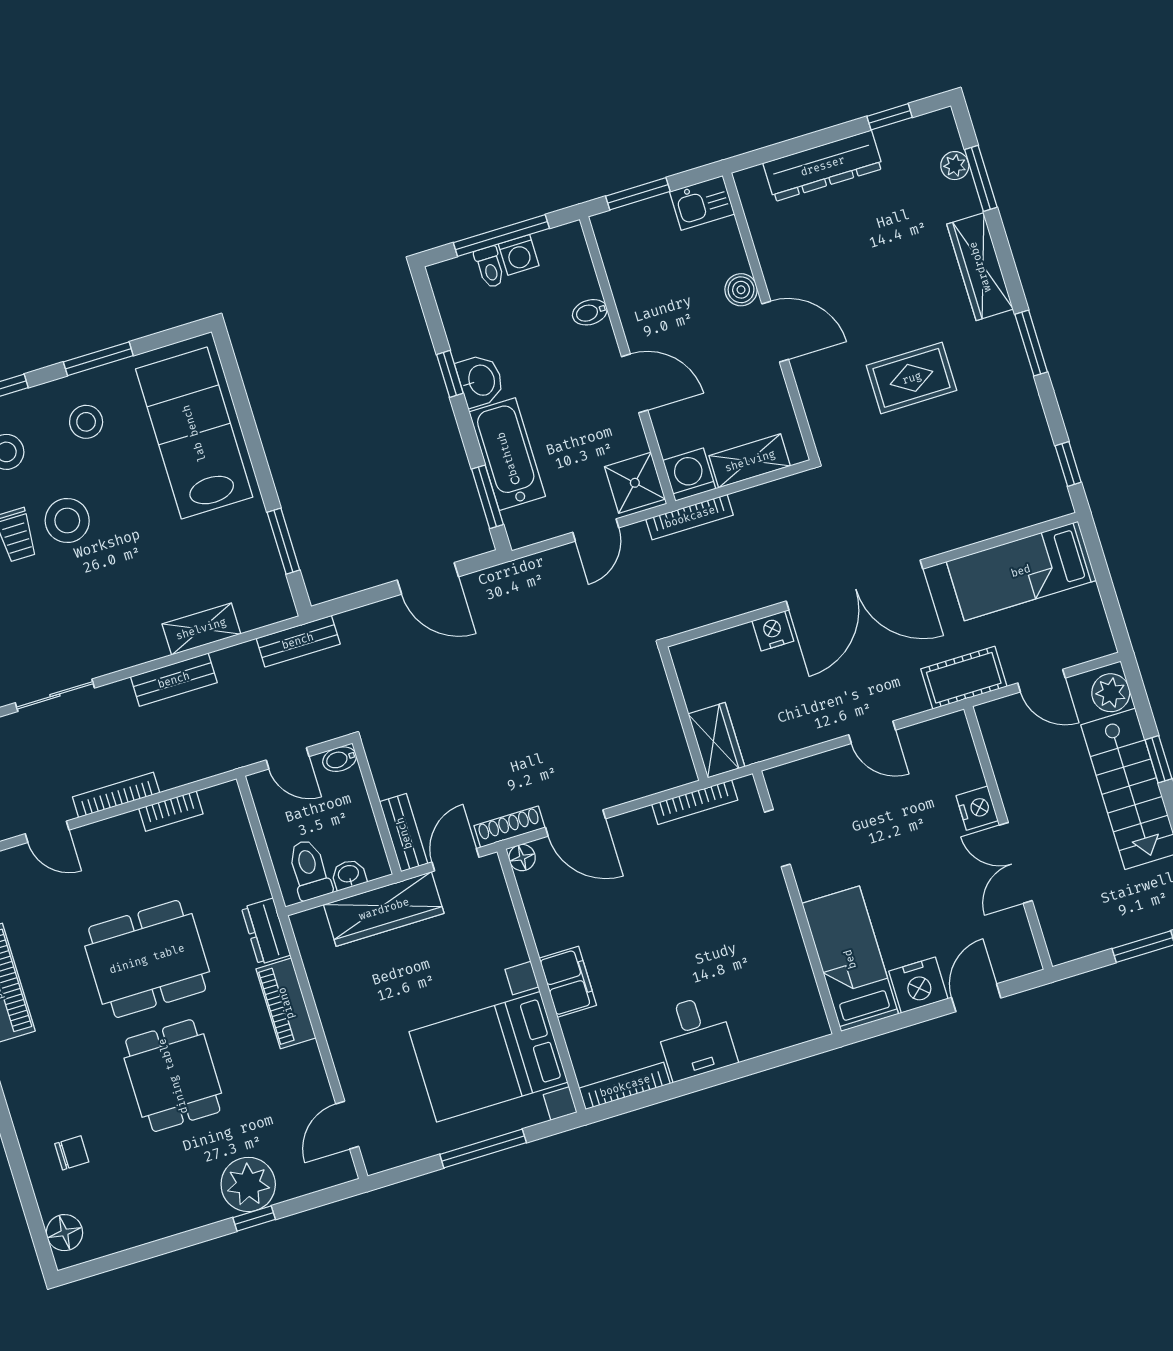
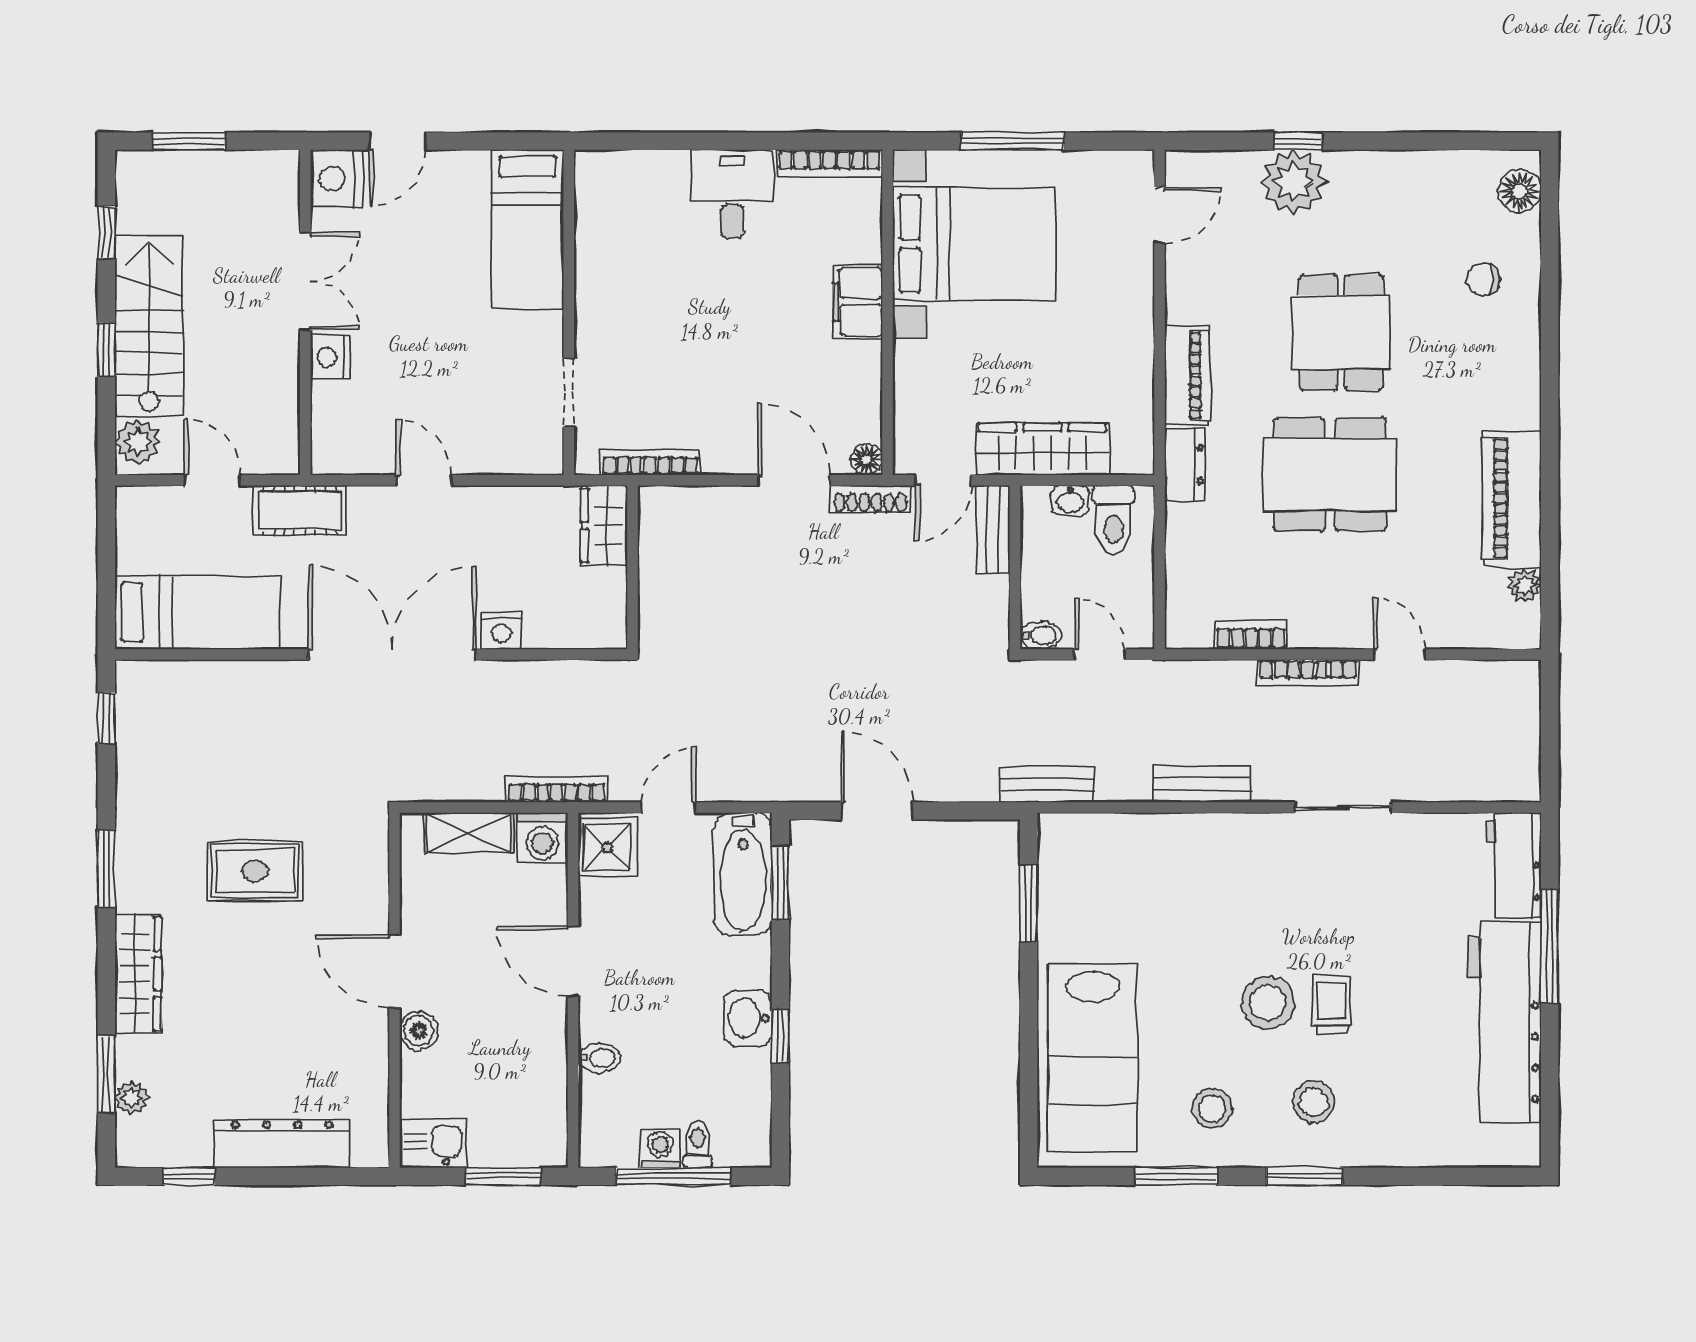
bathtub: (507, 454) -> (743, 874), moved
shelving: (201, 629) -> (1153, 832), removed
nightstand: (918, 985) -> (337, 179), moved, turned -90

